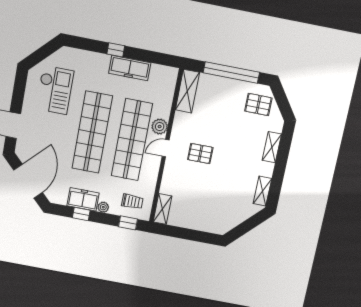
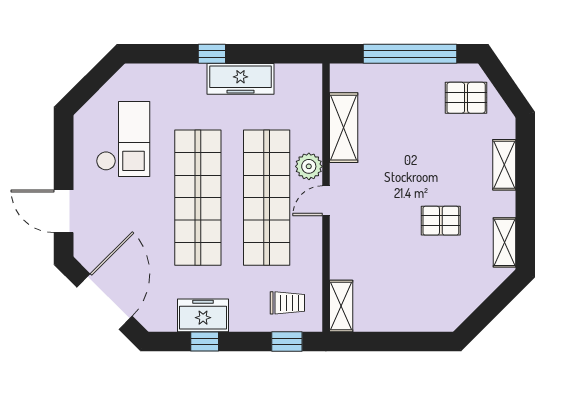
shelving: (187, 91) -> (344, 128), moved
pallet: (200, 153) -> (441, 221), moved
plant: (103, 207) -> (240, 322), removed

